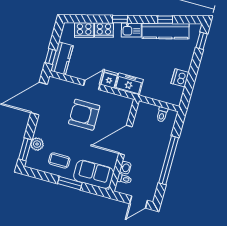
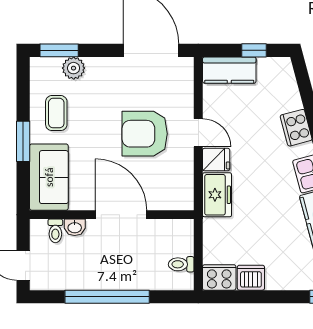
cooker: (84, 30) -> (219, 277), moved, turned 105
window: (51, 56) -> (254, 50), moved
armchair: (84, 115) -> (145, 134), turned -90

